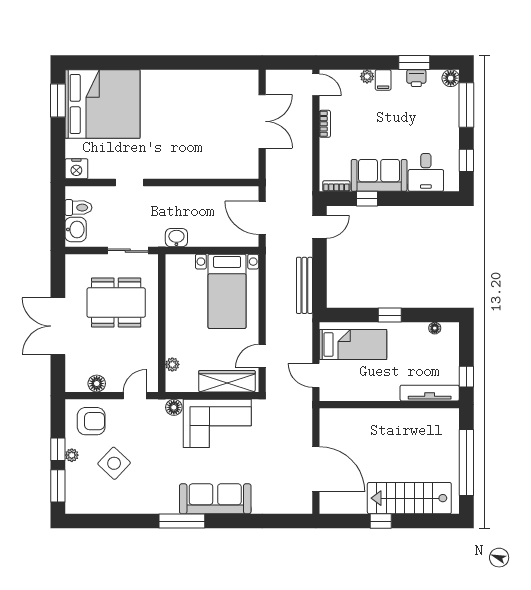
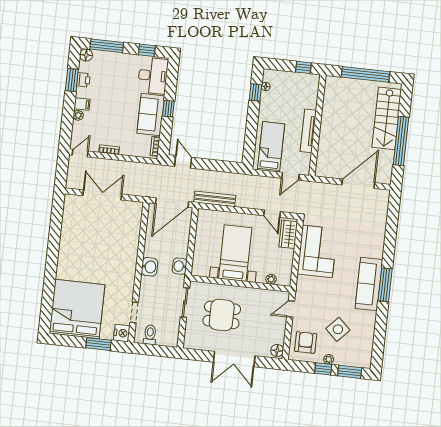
window: (58, 101) -> (98, 344), moved
desk: (426, 172) -> (153, 76), width x1.37
doorway: (129, 182) -> (134, 312), moved
window: (367, 199) -> (168, 109), moved
door: (262, 218) -> (172, 203), width x1.36
washbasin: (76, 230) -> (149, 267), moved, turned 90
bench: (304, 285) -> (215, 199), moved
bed with nightstands: (227, 291) -> (235, 253), moved, turned -90
dining table: (116, 303) -> (222, 315), width x0.73
window: (390, 315) -> (255, 92), moved
wardrobe: (227, 381) -> (288, 234), width x0.67
floor lamp: (97, 384) -> (277, 351), moved
tv unit: (430, 393) -> (308, 131), moved
door: (135, 396) -> (291, 309), hinge flipped
floor lamp: (174, 407) -> (302, 282), removed
sofa: (215, 499) -> (369, 284), moved
window: (381, 521) -> (401, 141), width x3.17

